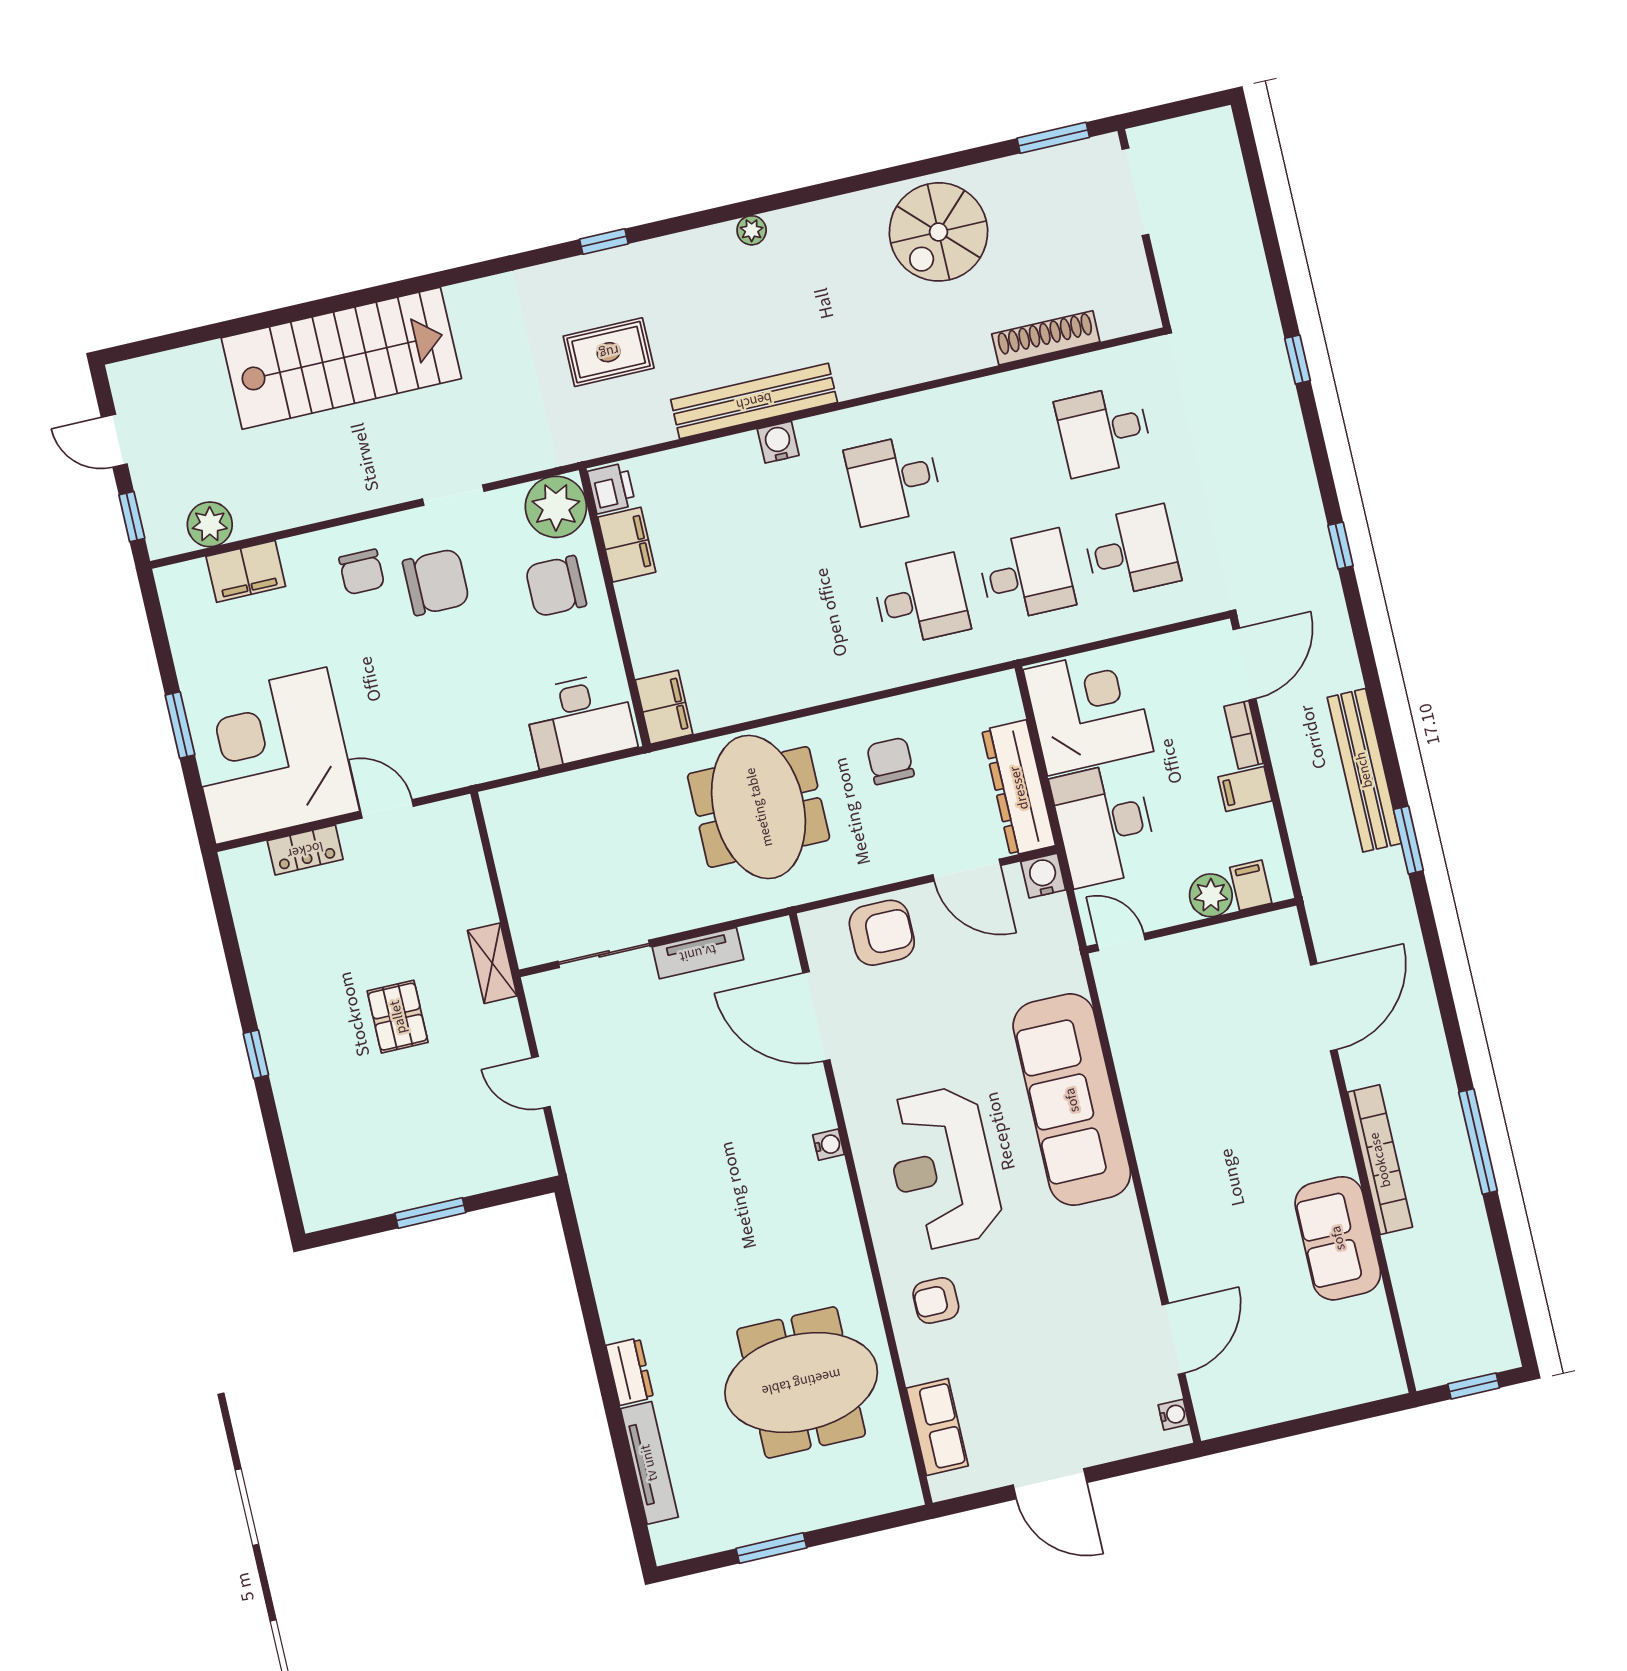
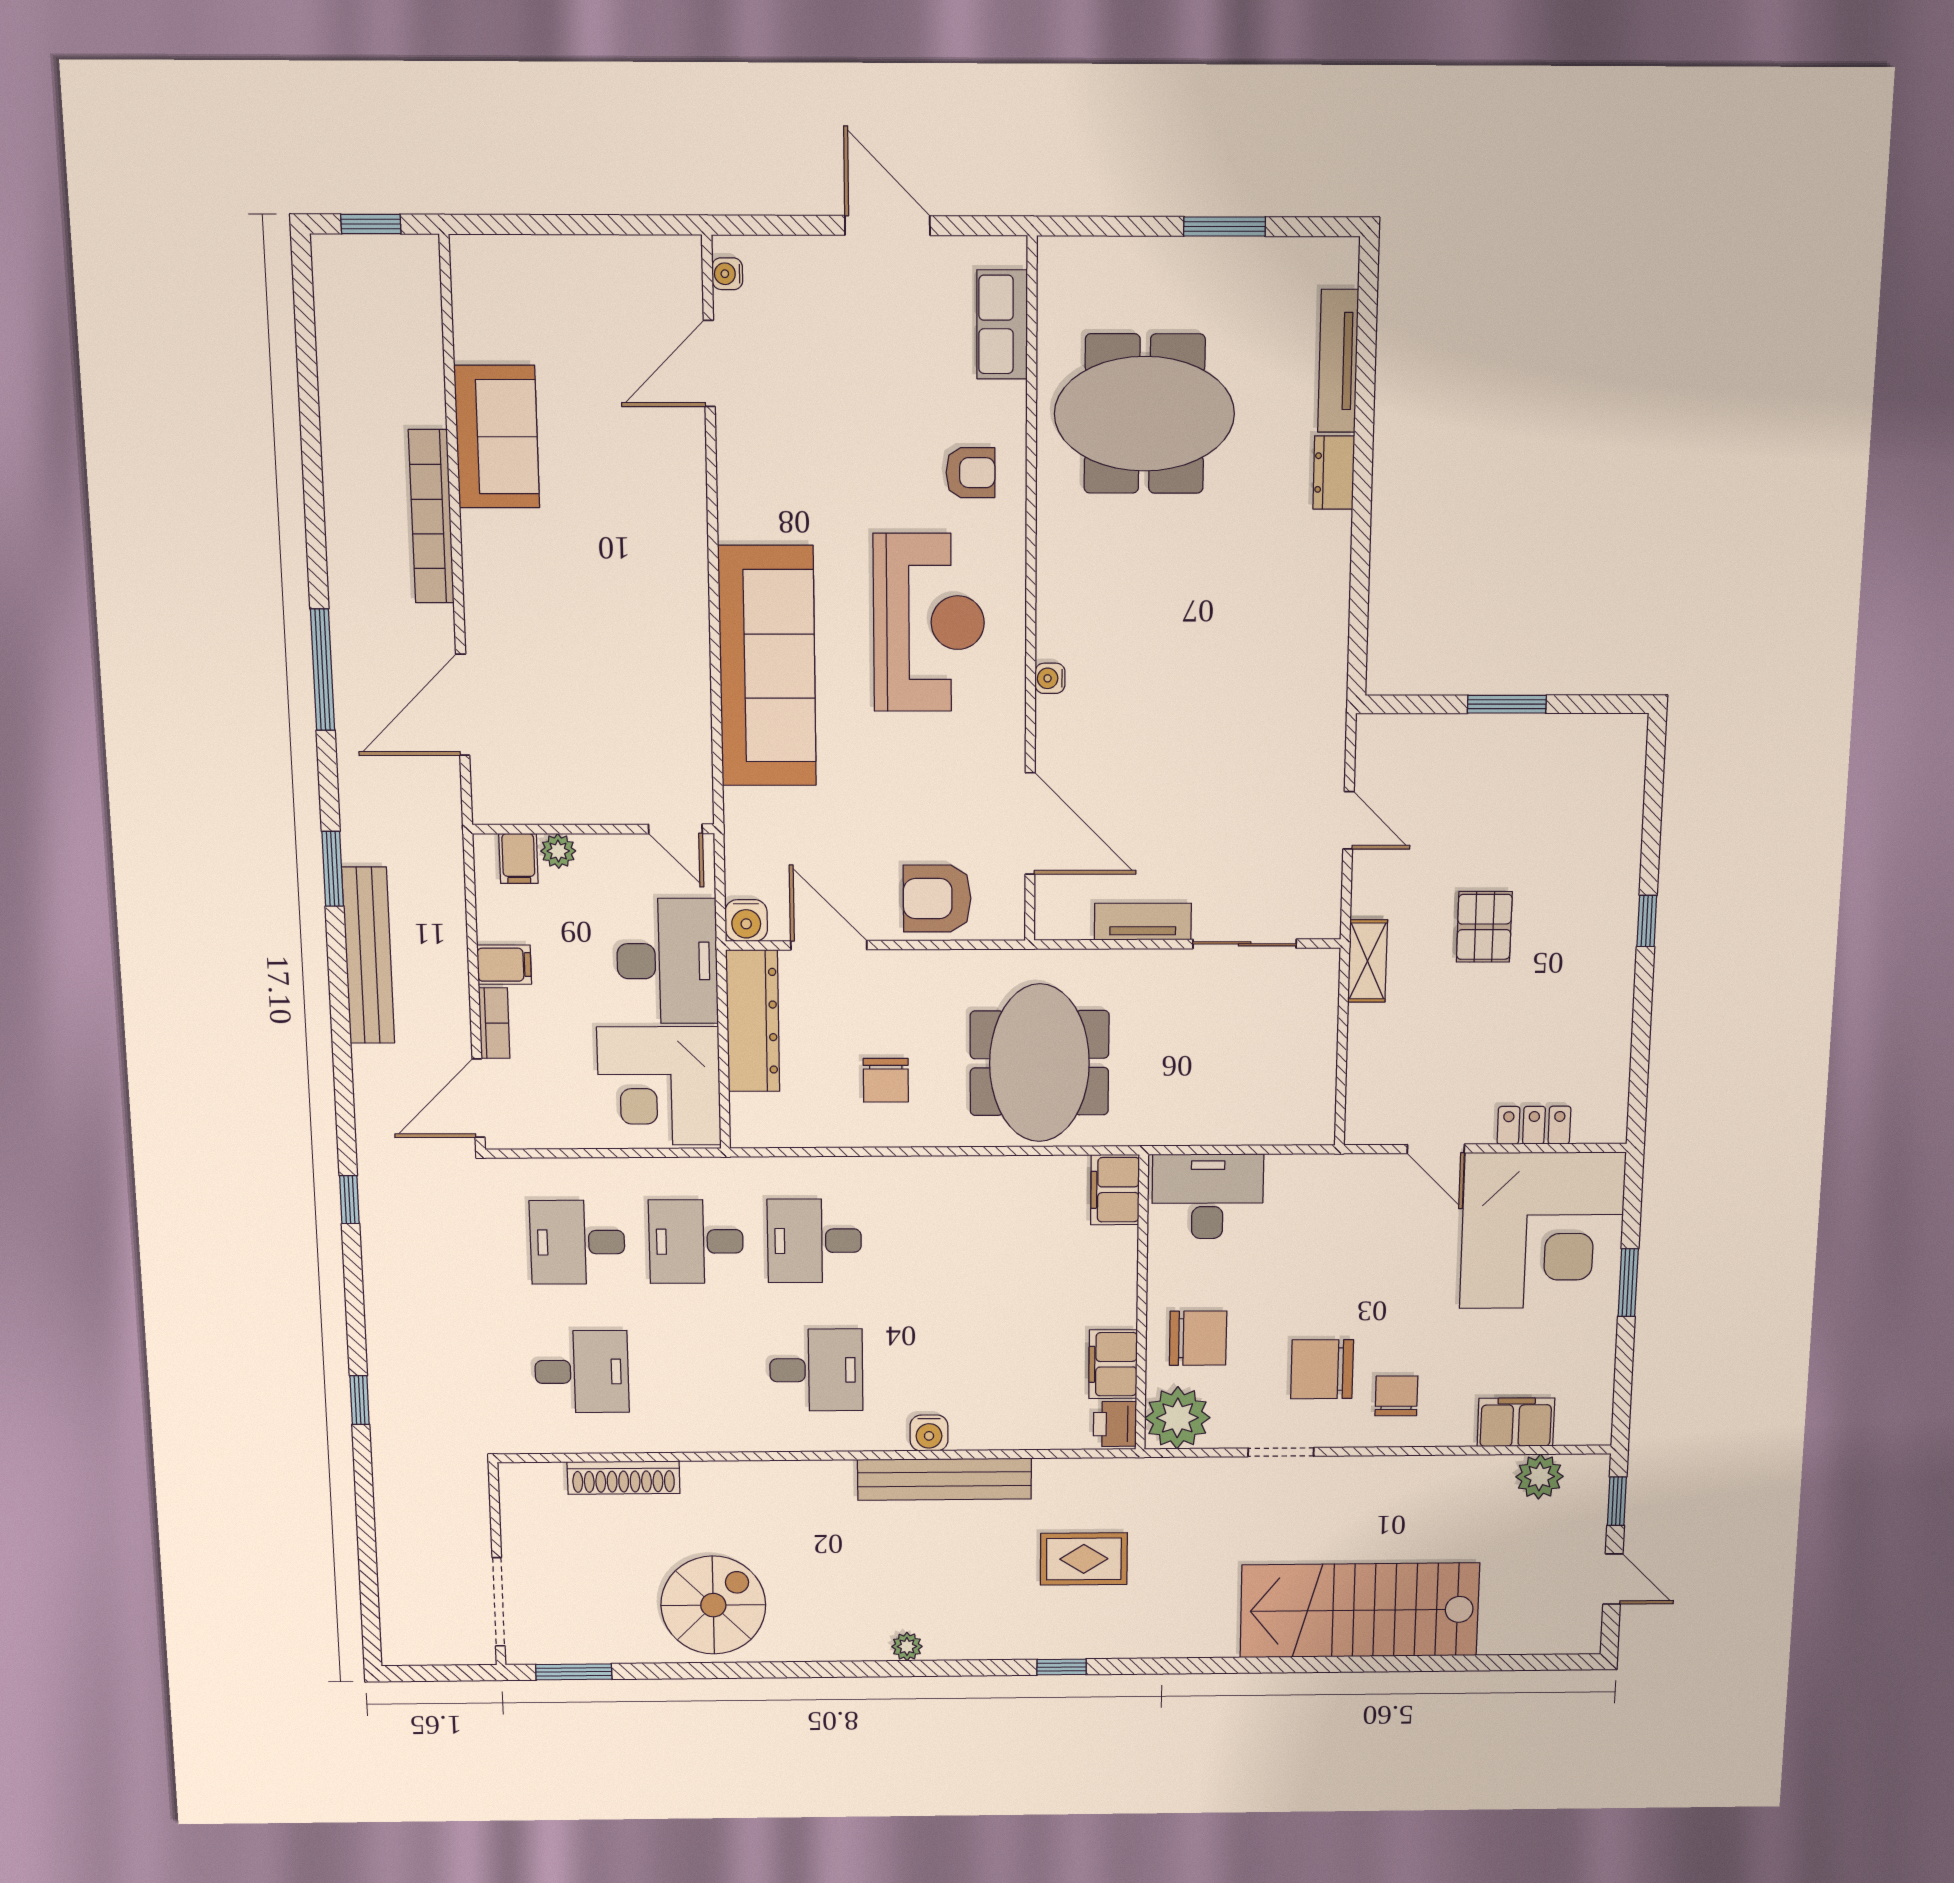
plant: (1211, 895) -> (558, 851), width x0.73, depth x0.73
window: (1478, 1142) -> (323, 670), moved

